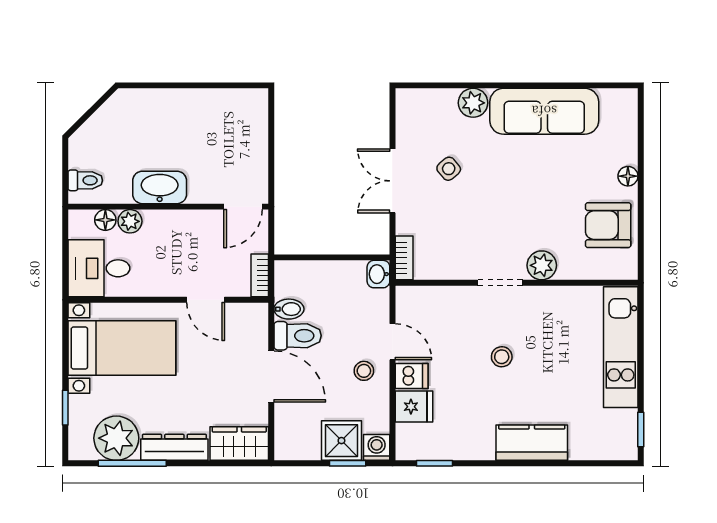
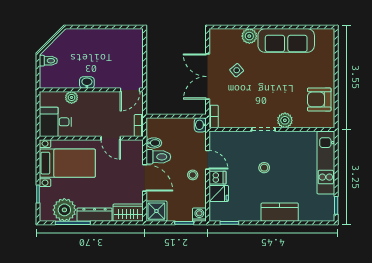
floor lamp: (628, 176) -> (330, 74), removed
toilet: (85, 180) -> (48, 61), moved
double door: (392, 181) -> (208, 77), width x1.37
washbasin: (160, 187) -> (87, 83), width x0.52, depth x0.69
floor lamp: (105, 220) -> (59, 97), removed
shower: (341, 441) -> (156, 211), moved

